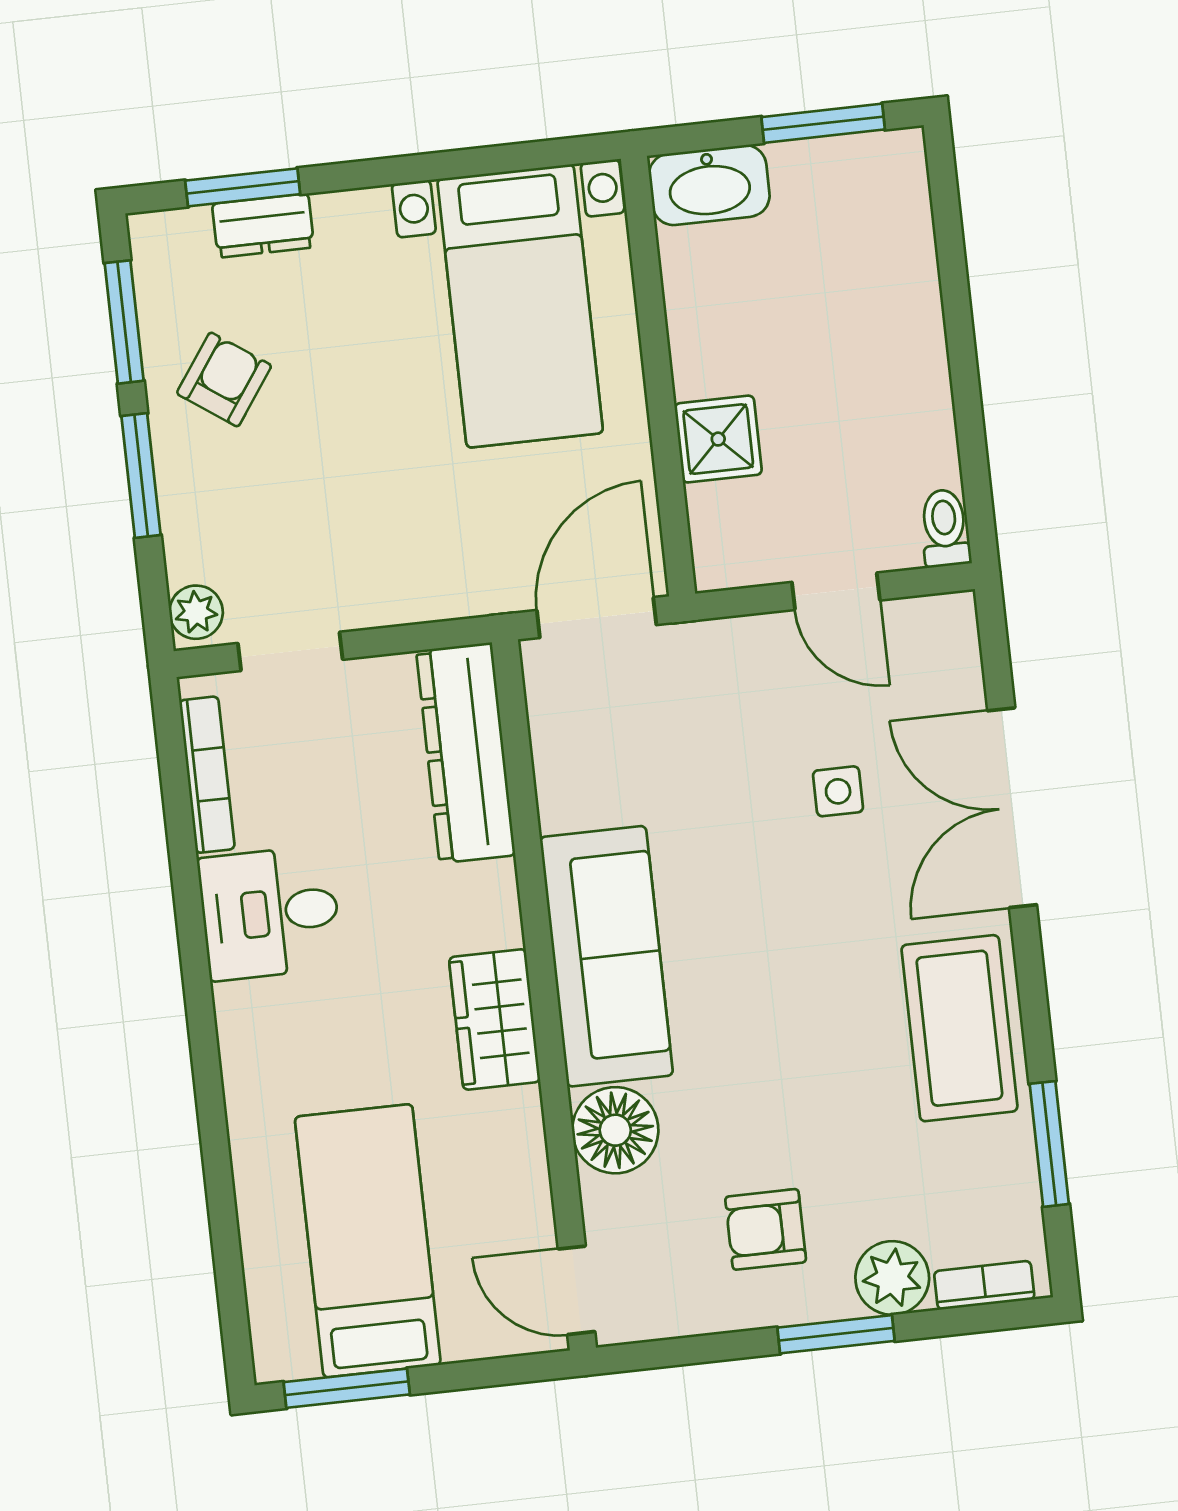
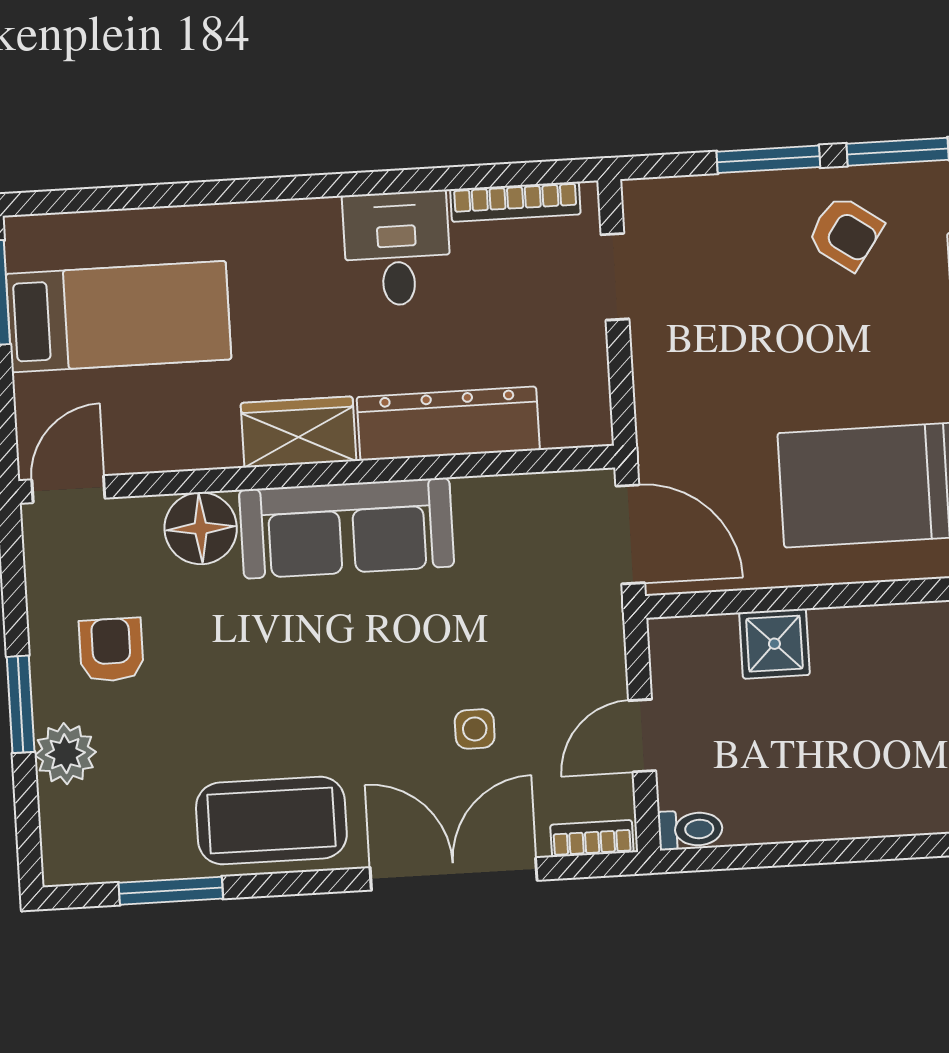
plant: (196, 612) -> (652, 200), removed
dresser: (466, 753) -> (448, 424), moved
bookcase: (984, 1285) -> (592, 838), moved, turned -90

